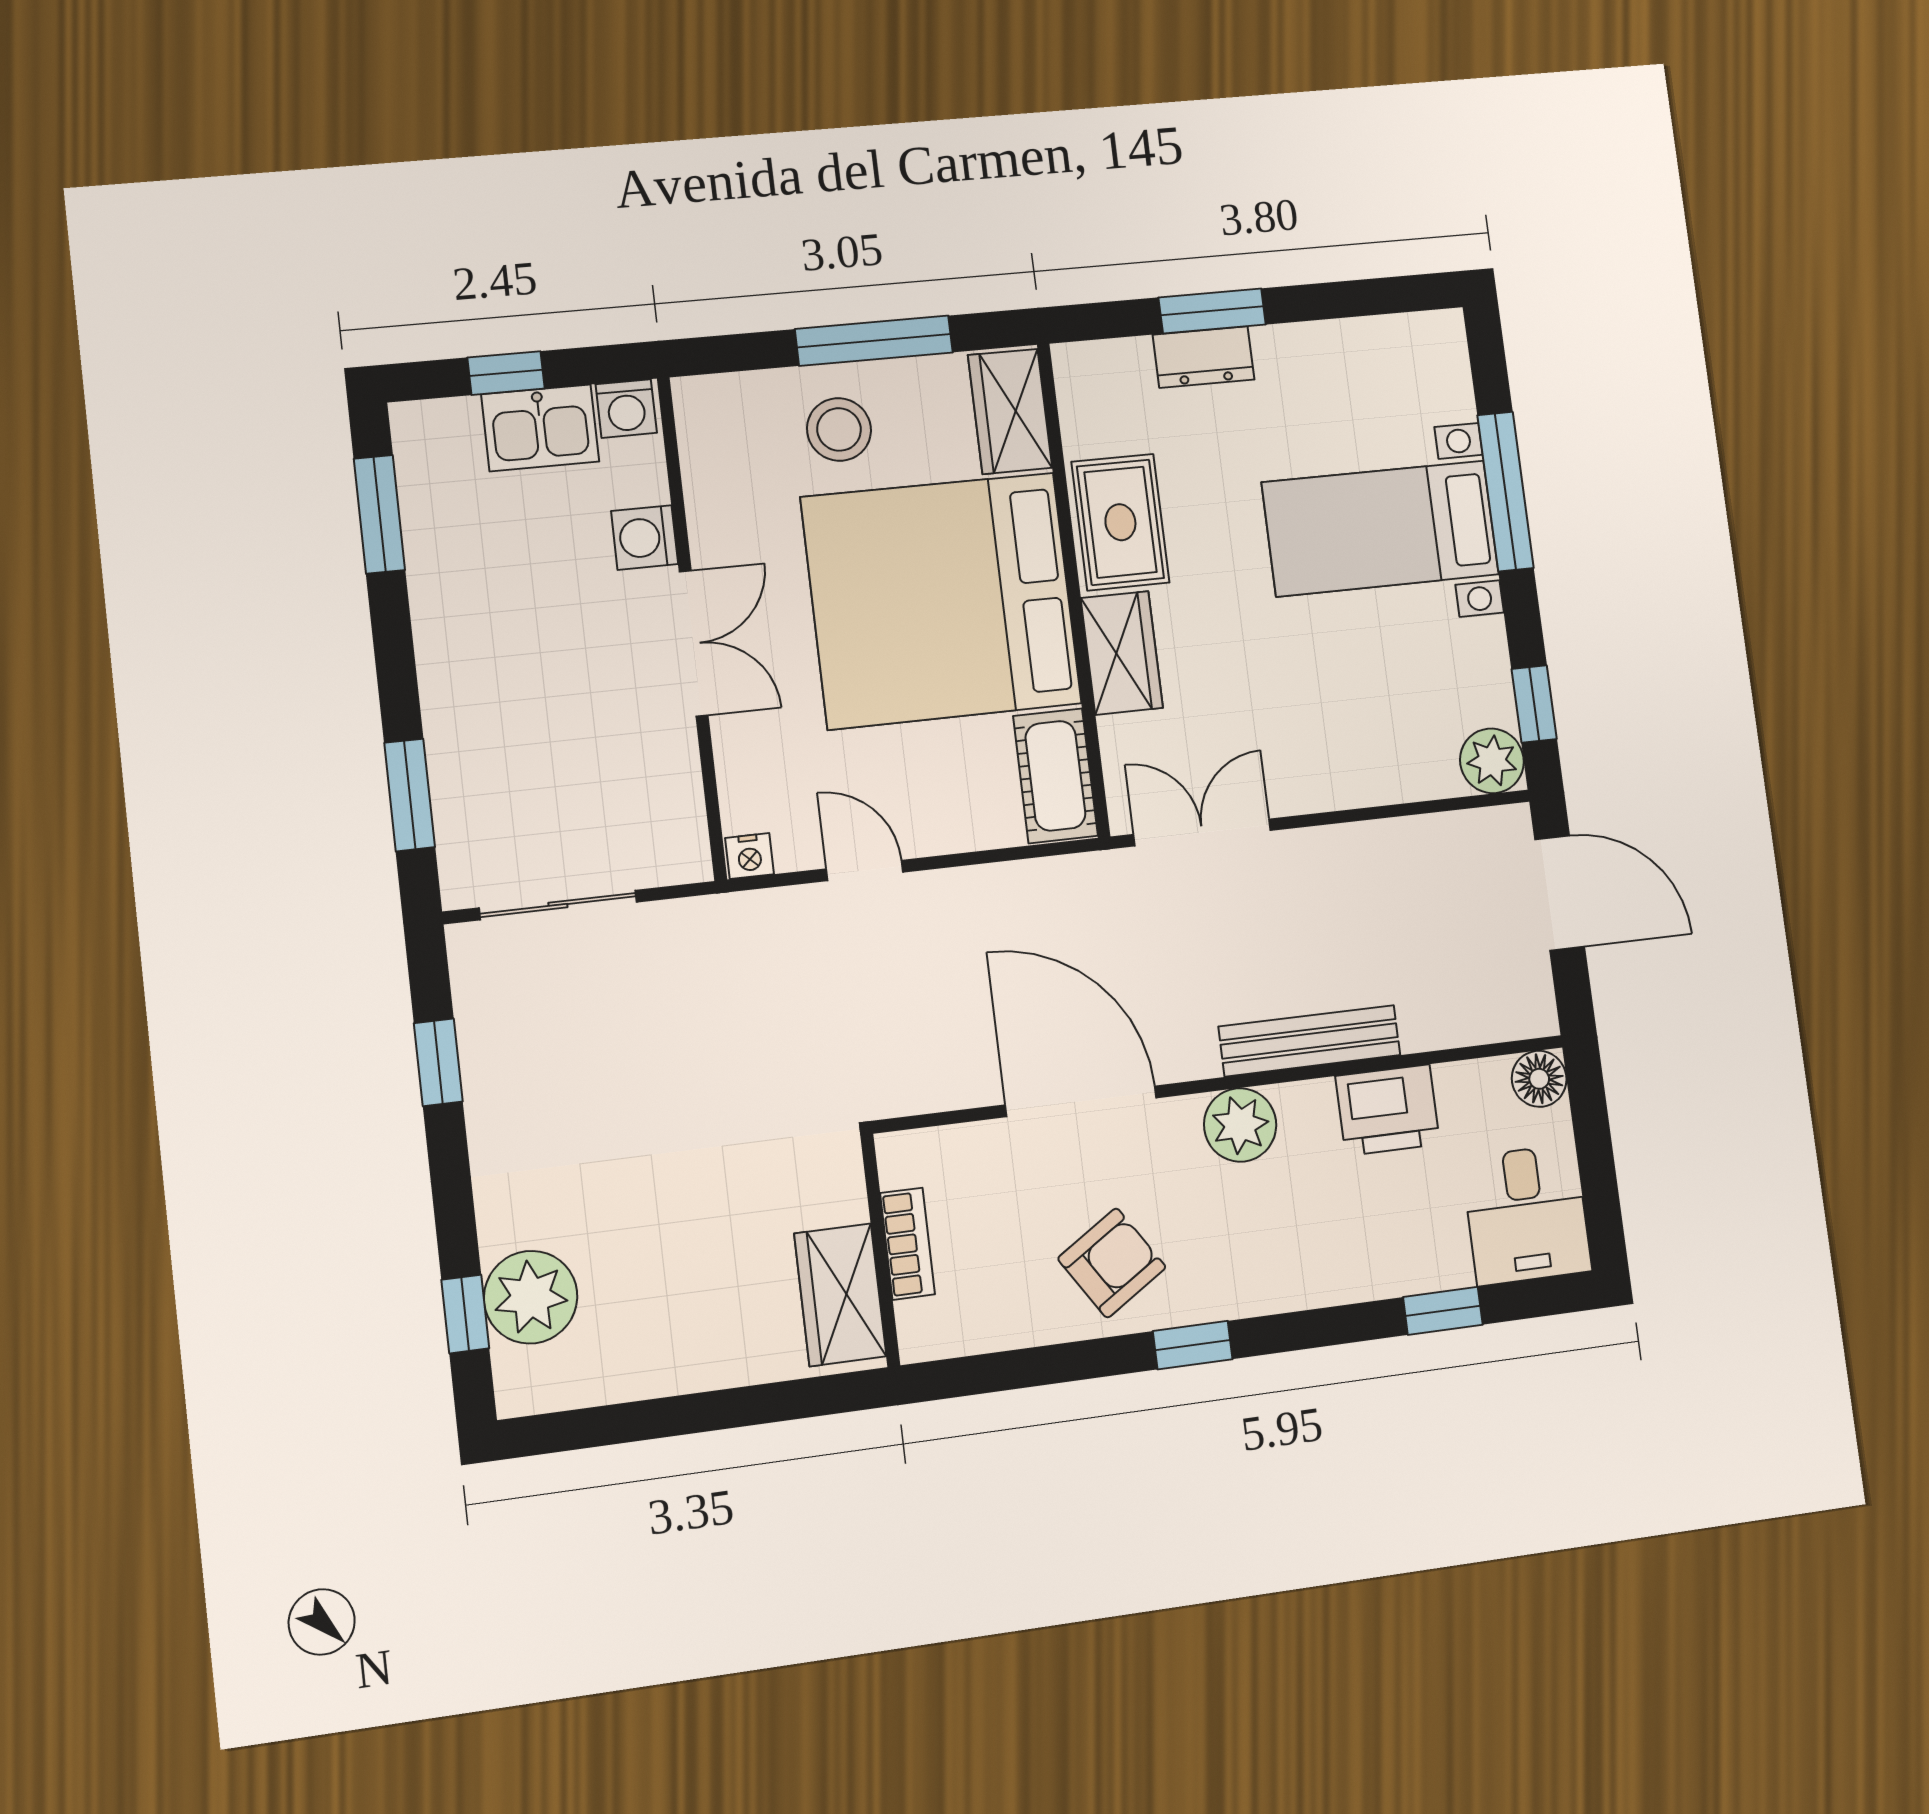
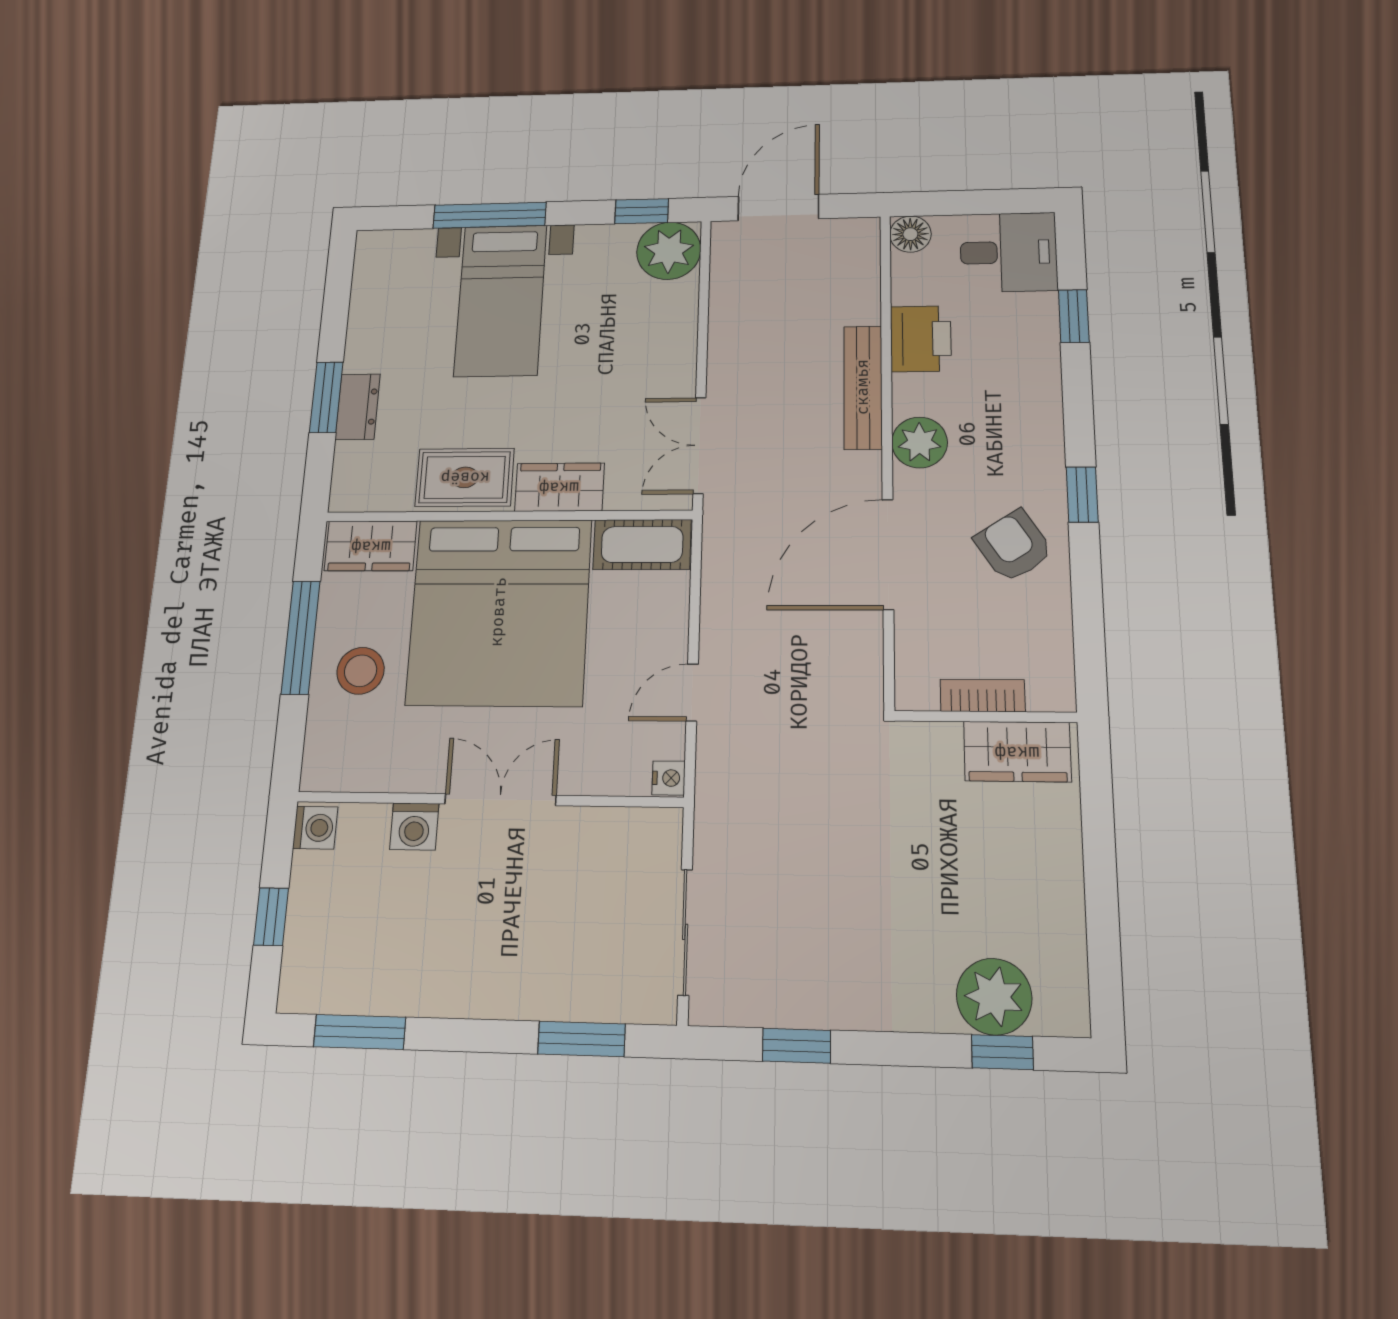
kitchen sink: (540, 428) -> (317, 896), removed
plant: (1492, 761) -> (669, 251), width x1.36, depth x1.36

